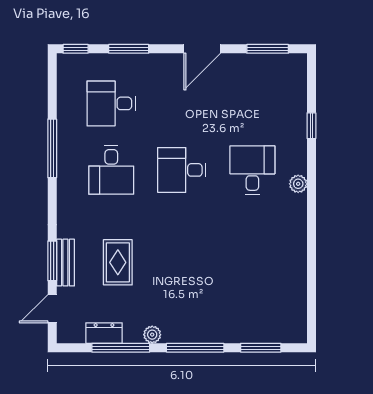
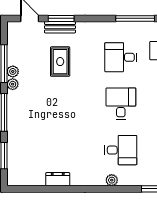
rug: (118, 262) -> (60, 62), turned 90
dresser: (104, 333) -> (58, 179), moved, turned -90
plant: (133, 334) -> (13, 71), added

